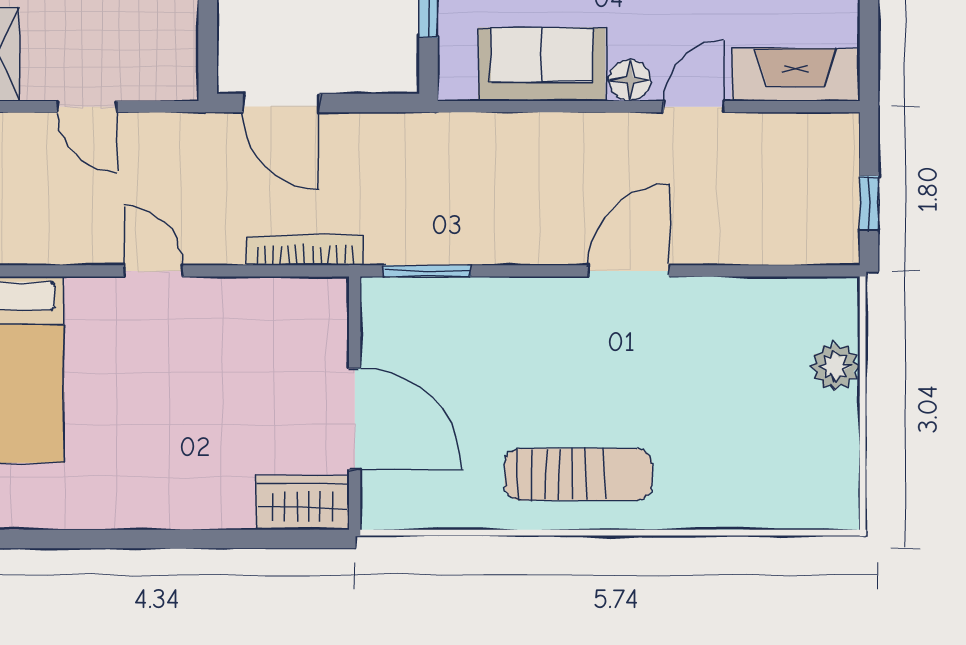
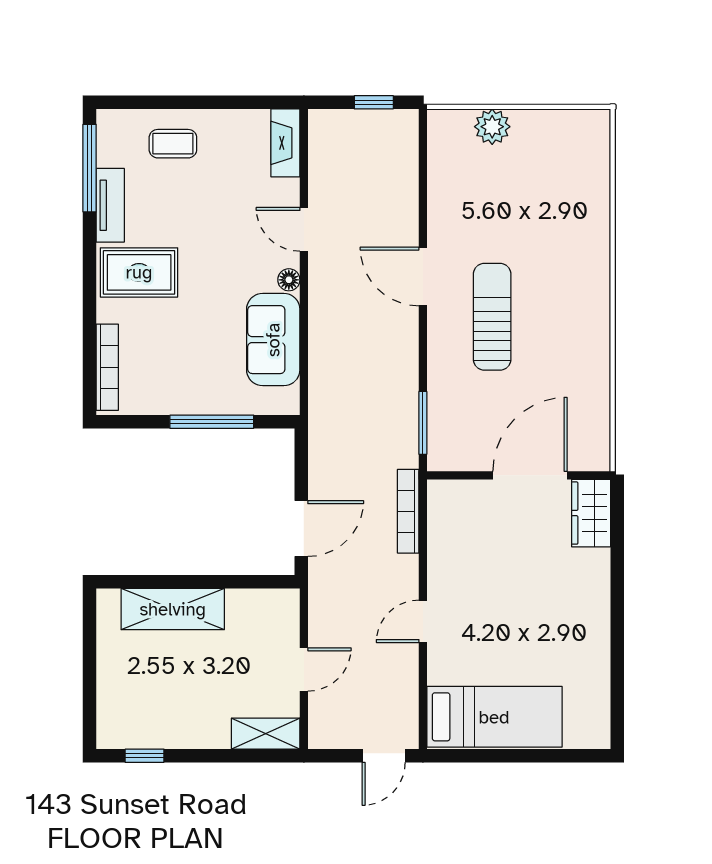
fireplace: (796, 75) -> (285, 143), width x0.73, depth x0.76
floor lamp: (630, 80) -> (289, 280), width x0.73, depth x0.73
sun lounger: (578, 474) -> (492, 317), moved

